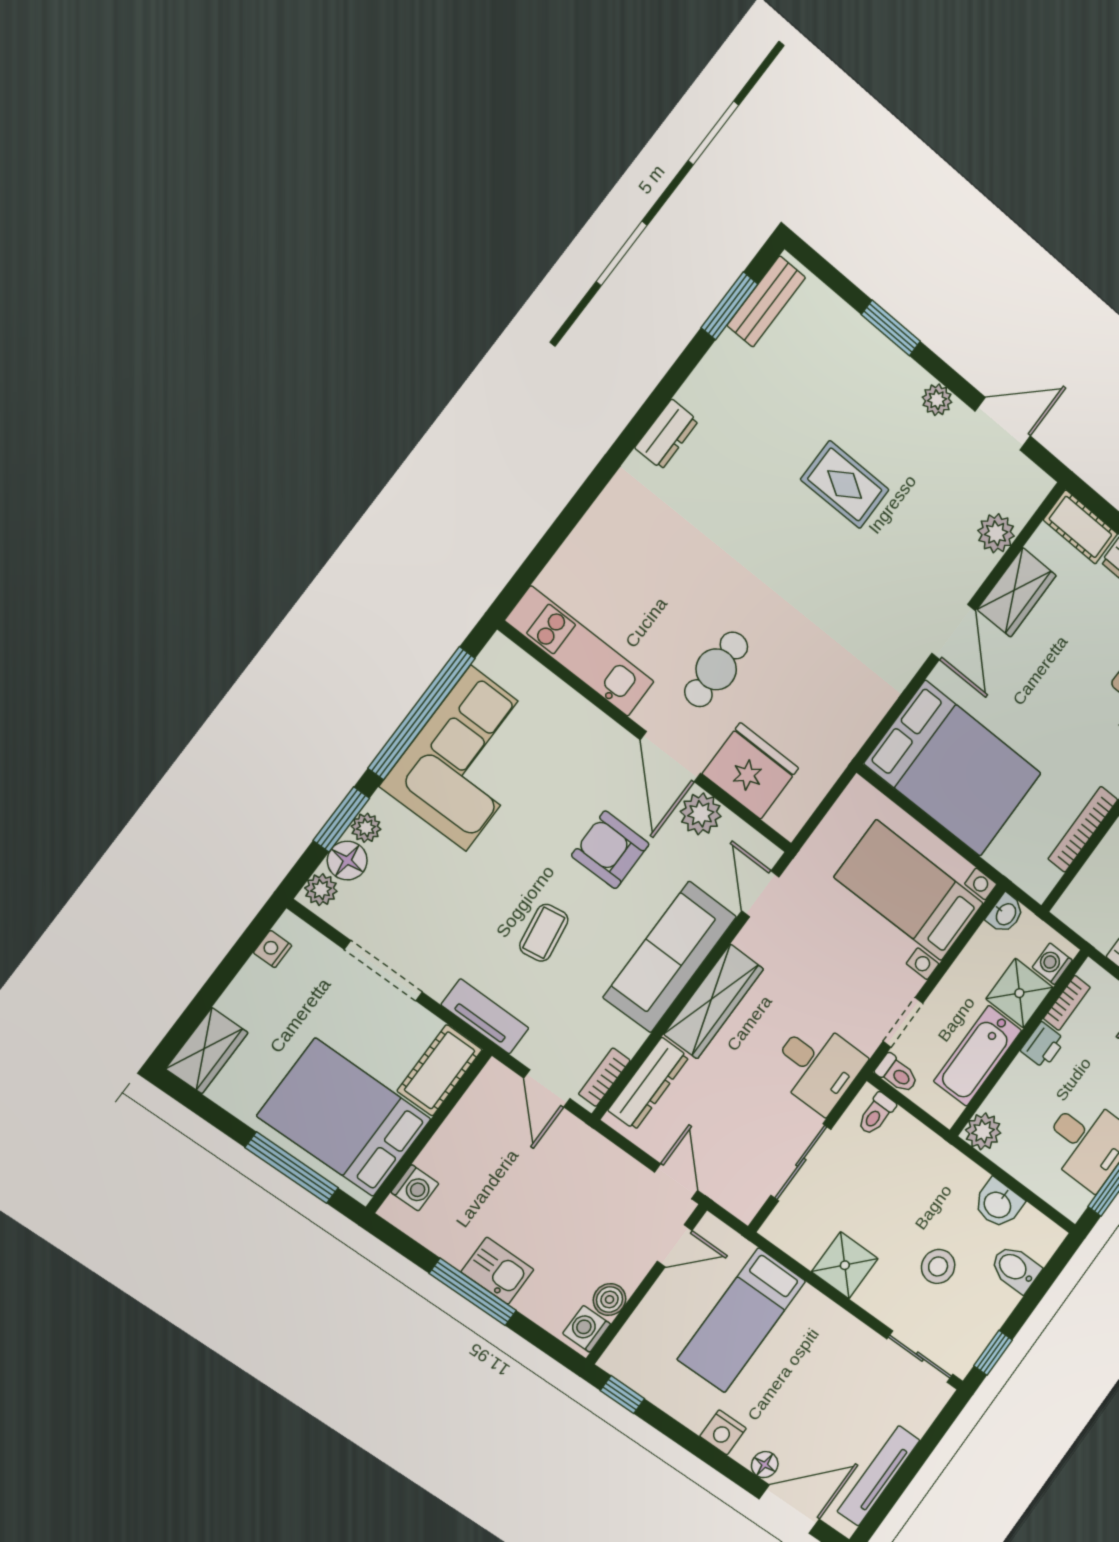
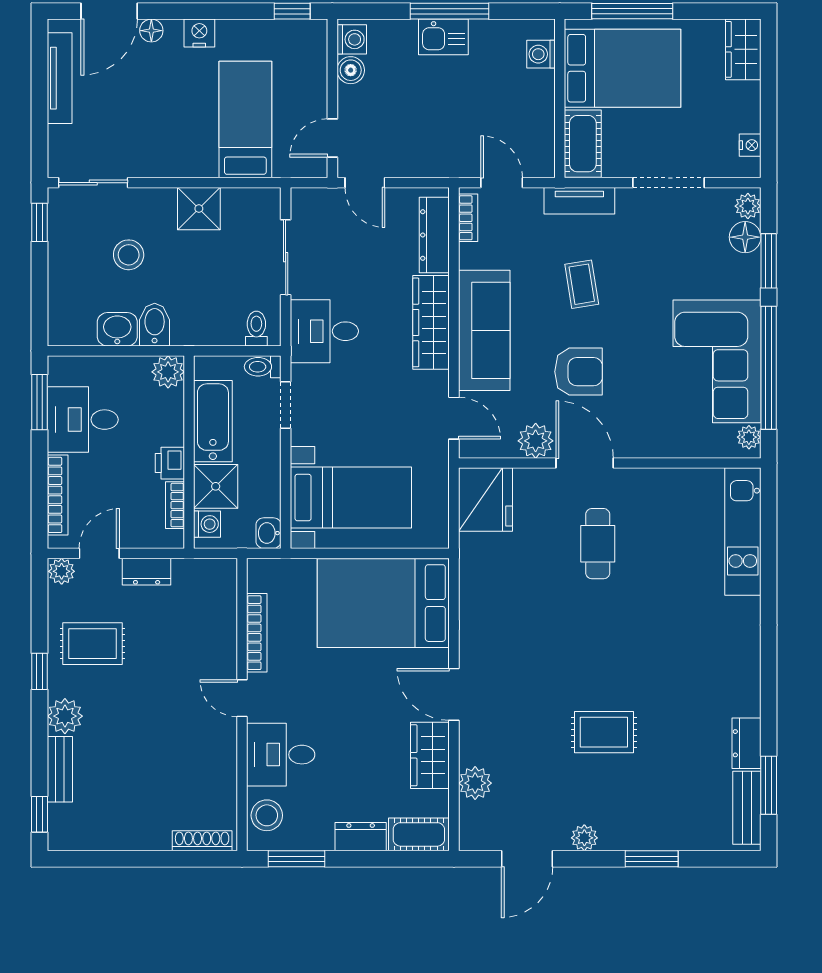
dresser: (667, 434) -> (746, 743), moved
kitchen unit: (580, 651) -> (743, 532), moved, turned 90
fridge: (751, 771) -> (485, 499), moved, turned -90
plant: (366, 828) -> (749, 437), moved
bidet: (1015, 1269) -> (155, 325), moved, turned -90

